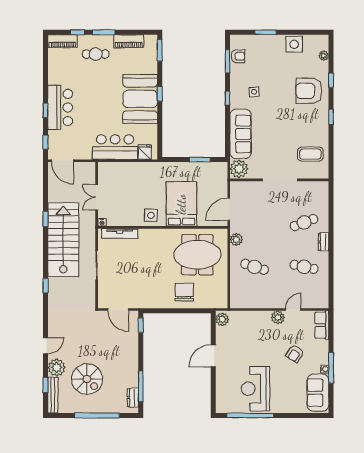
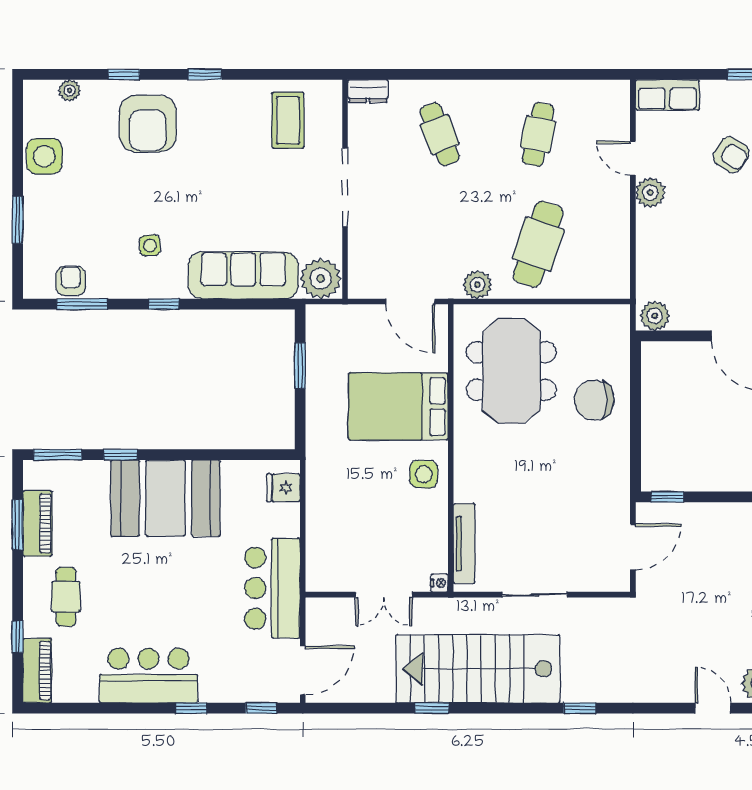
window: (104, 32) -> (18, 525), moved
window: (160, 94) -> (121, 455), moved
bar counter: (60, 107) -> (148, 676), moved
bar counter: (115, 147) -> (272, 588), moved
dresser: (324, 242) -> (368, 91), moved
cafe table: (255, 267) -> (538, 244), width x1.37, depth x1.35

